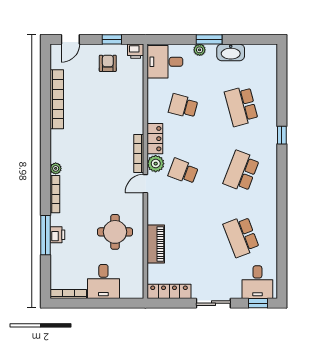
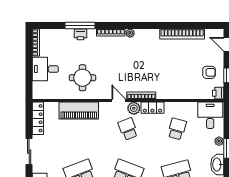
school desk: (183, 171) -> (128, 129), turned -42
piano: (156, 244) -> (79, 110), width x1.37, depth x1.33

